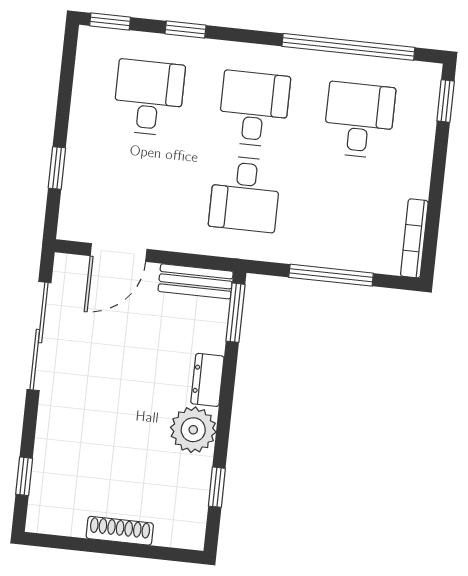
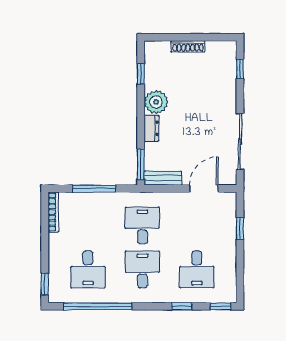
desk: (254, 109) -> (142, 269), turned 180

